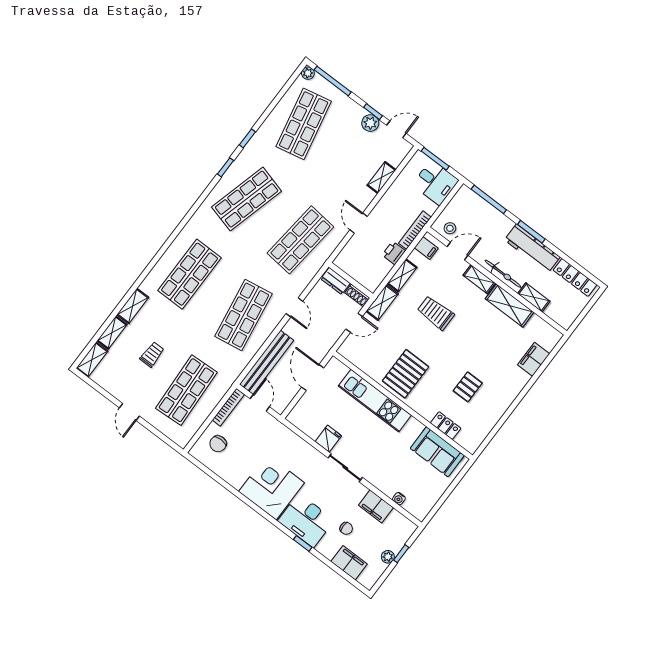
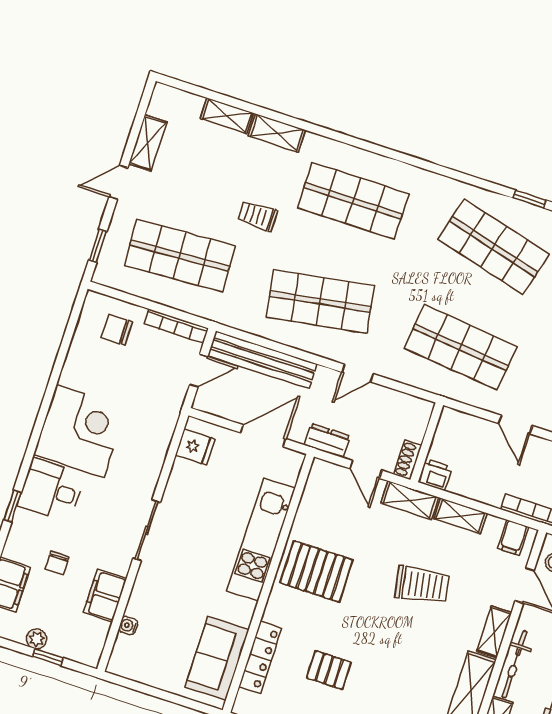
door: (358, 223) -> (515, 425), swing flipped
printer: (394, 253) -> (435, 475), moved
dresser: (335, 281) -> (327, 441), moved, turned 90
trolley: (436, 313) -> (422, 585), turned 80
trolley: (152, 354) -> (258, 216), moved, turned 180
shelving: (92, 360) -> (148, 143), moved, turned 90
locker: (446, 426) -> (260, 657), width x1.53
window: (163, 438) -> (98, 246), added
fridge: (328, 439) -> (195, 447), moved
desk: (306, 520) -> (51, 490), width x0.73

